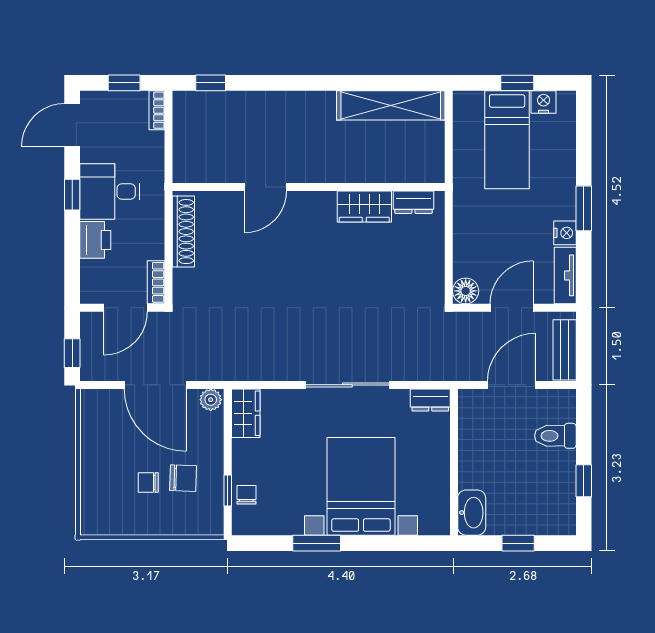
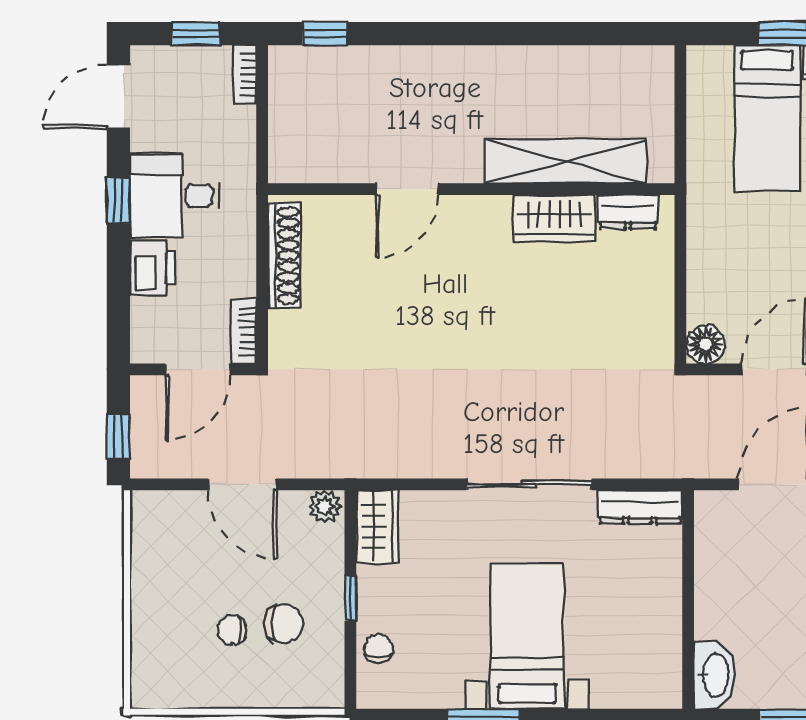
shelving: (391, 105) -> (565, 161), moved
door: (155, 385) -> (242, 484), width x0.73
dresser: (430, 400) -> (640, 507), width x1.44
bed with nightstands: (361, 486) -> (527, 636), width x0.73
window: (228, 490) -> (350, 598), moved

